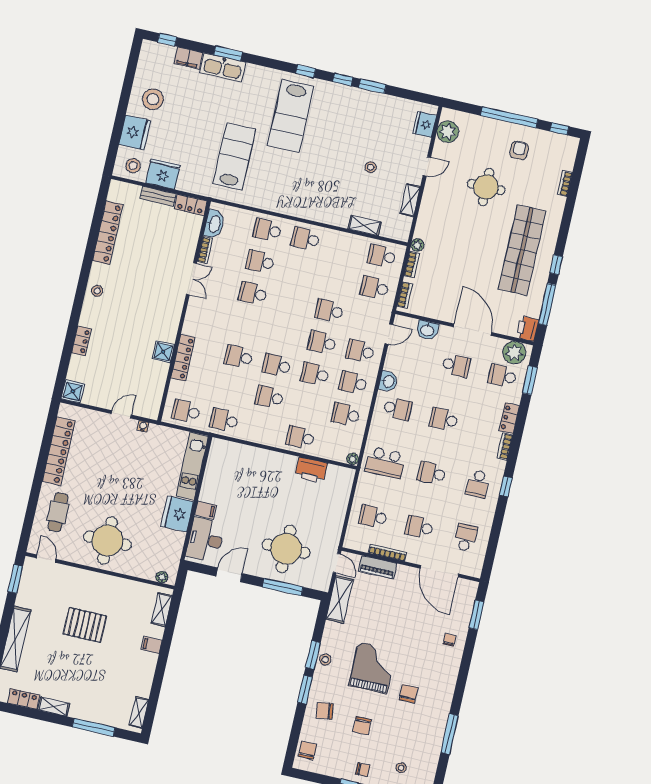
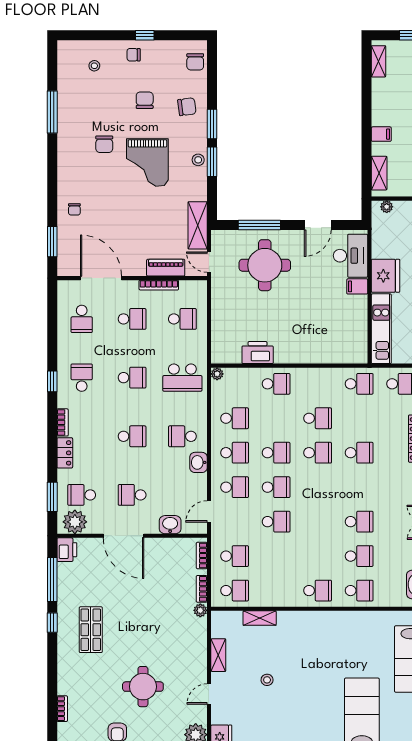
shop shelf: (522, 250) -> (91, 630), width x0.50, depth x0.74
school desk: (502, 376) -> (82, 495), turned 180
school desk: (385, 463) -> (182, 378), turned 180

